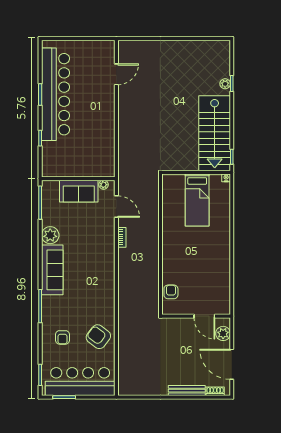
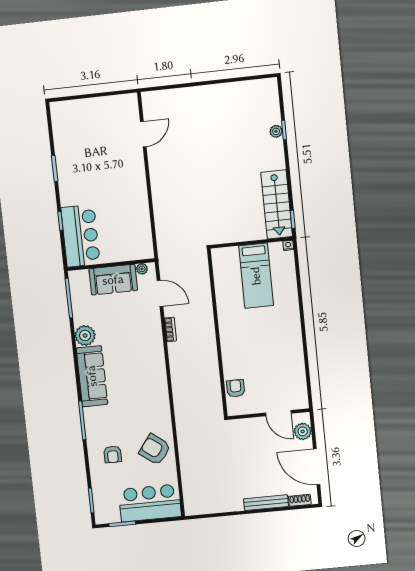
bar counter: (55, 94) -> (80, 236), moved, width x0.54
stairs: (215, 133) -> (277, 204), width x0.73, depth x0.66
bar counter: (80, 382) -> (150, 503), width x0.73

